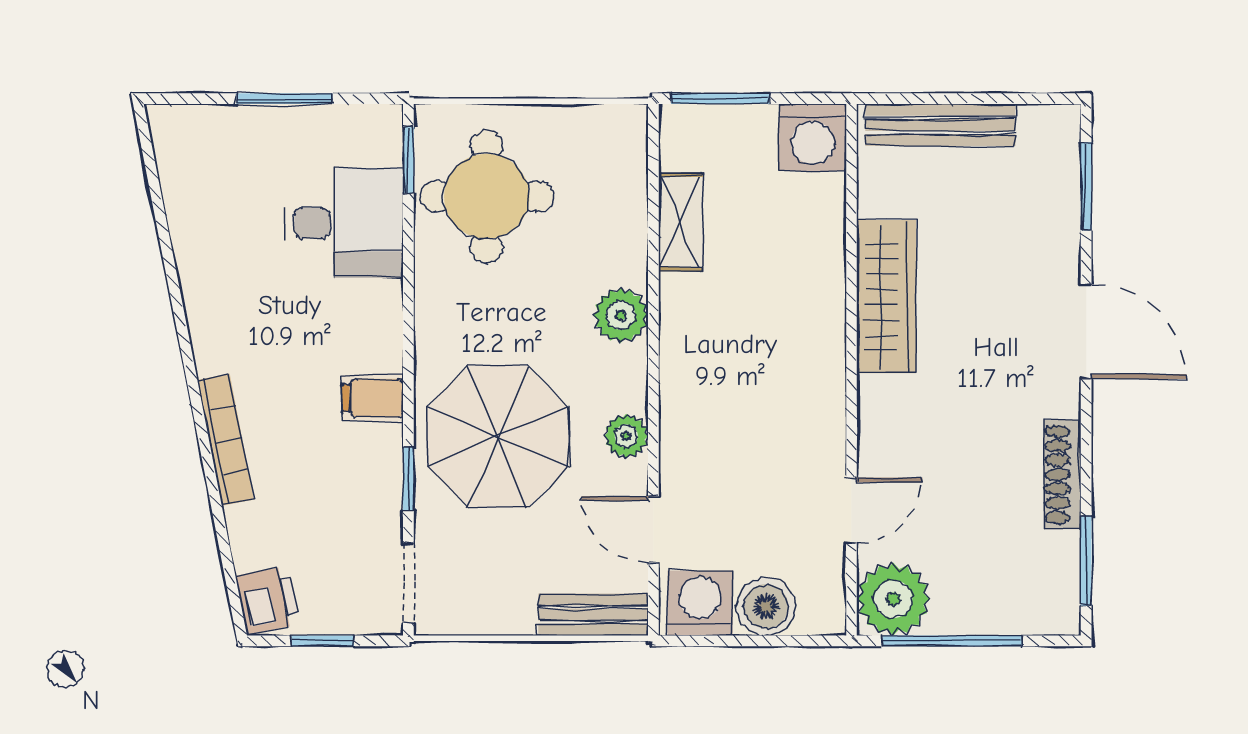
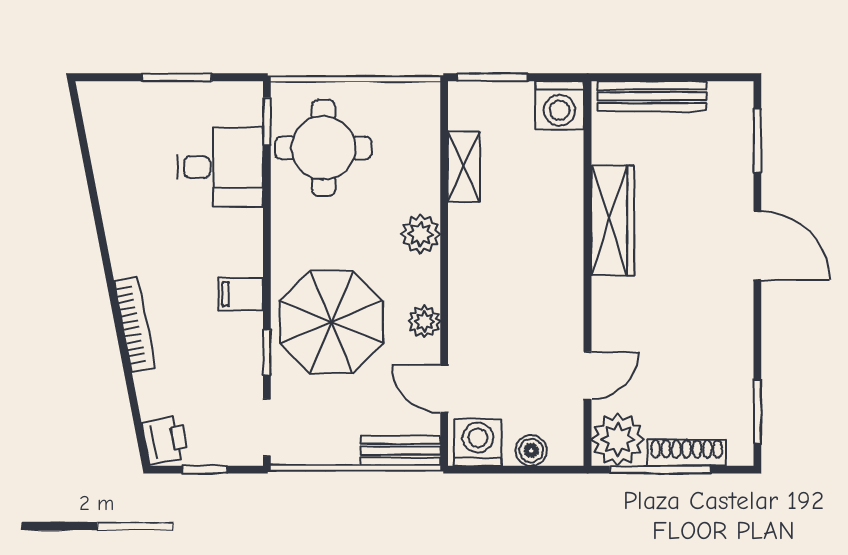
shoe rack: (1062, 475) -> (687, 452), moved, turned 90
boiler: (766, 606) -> (531, 450), width x0.73, depth x0.73

